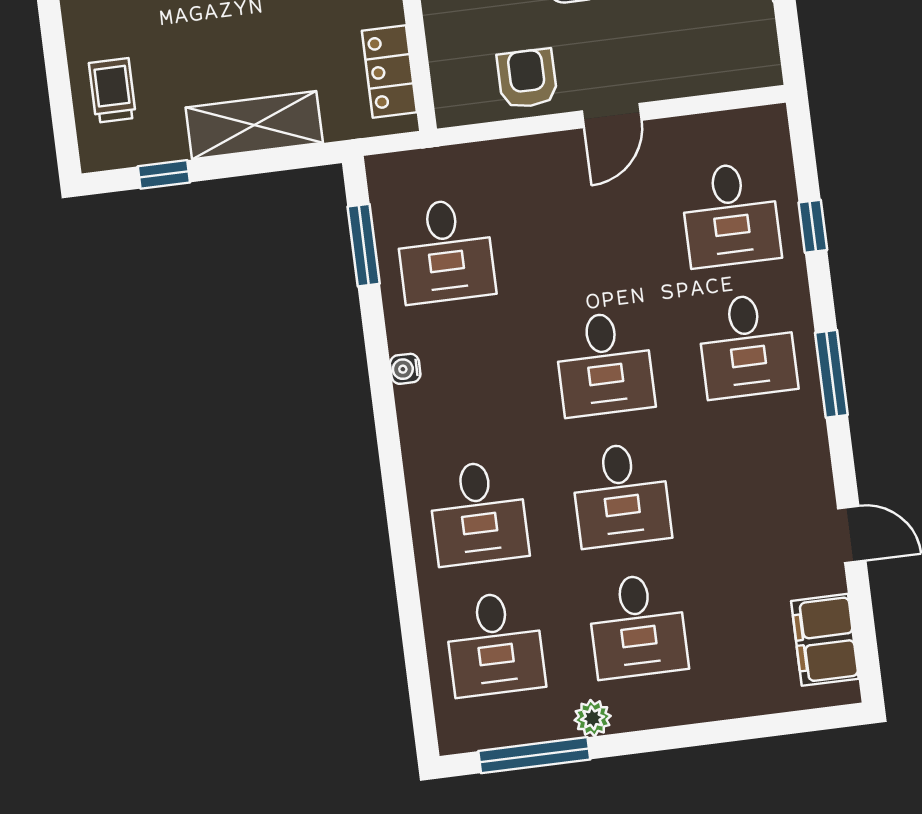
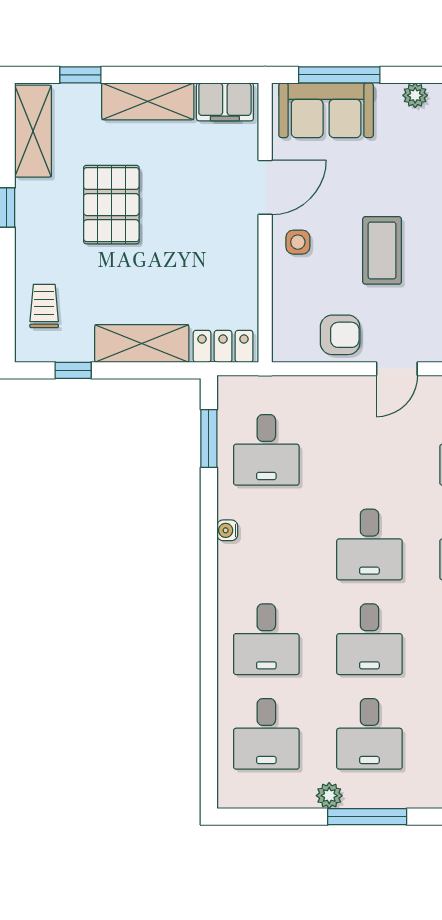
locker: (389, 72) -> (223, 346), moved, turned 90
armchair: (527, 79) -> (340, 335), turned 90
window: (534, 755) -> (367, 817), moved

